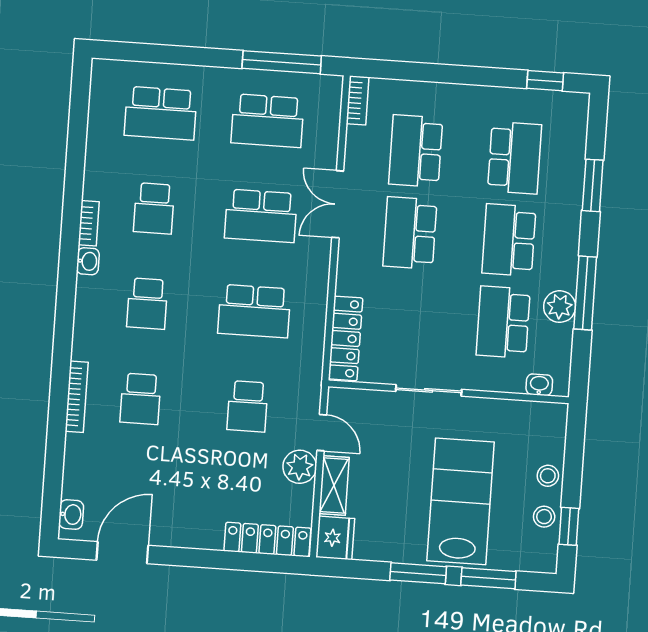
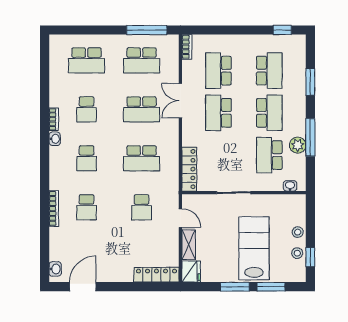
school desk: (509, 240) -> (269, 113), turned 180
plant: (300, 467) -> (170, 236), removed

